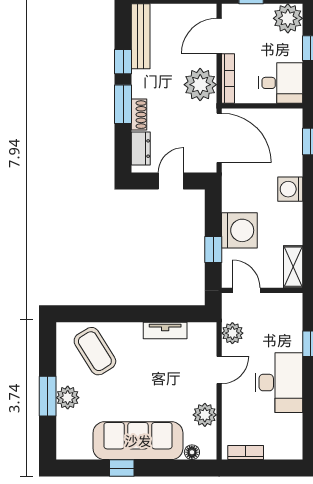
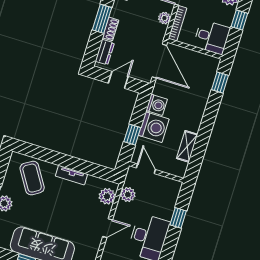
plant: (200, 85) -> (164, 18), width x0.53, depth x0.53
washing machine: (290, 189) -> (157, 105), moved, turned 180
shelving: (293, 267) -> (187, 146), moved
tv unit: (165, 330) -> (71, 175), moved
door: (219, 370) -> (108, 228), moved
plant: (205, 415) -> (107, 196), moved

